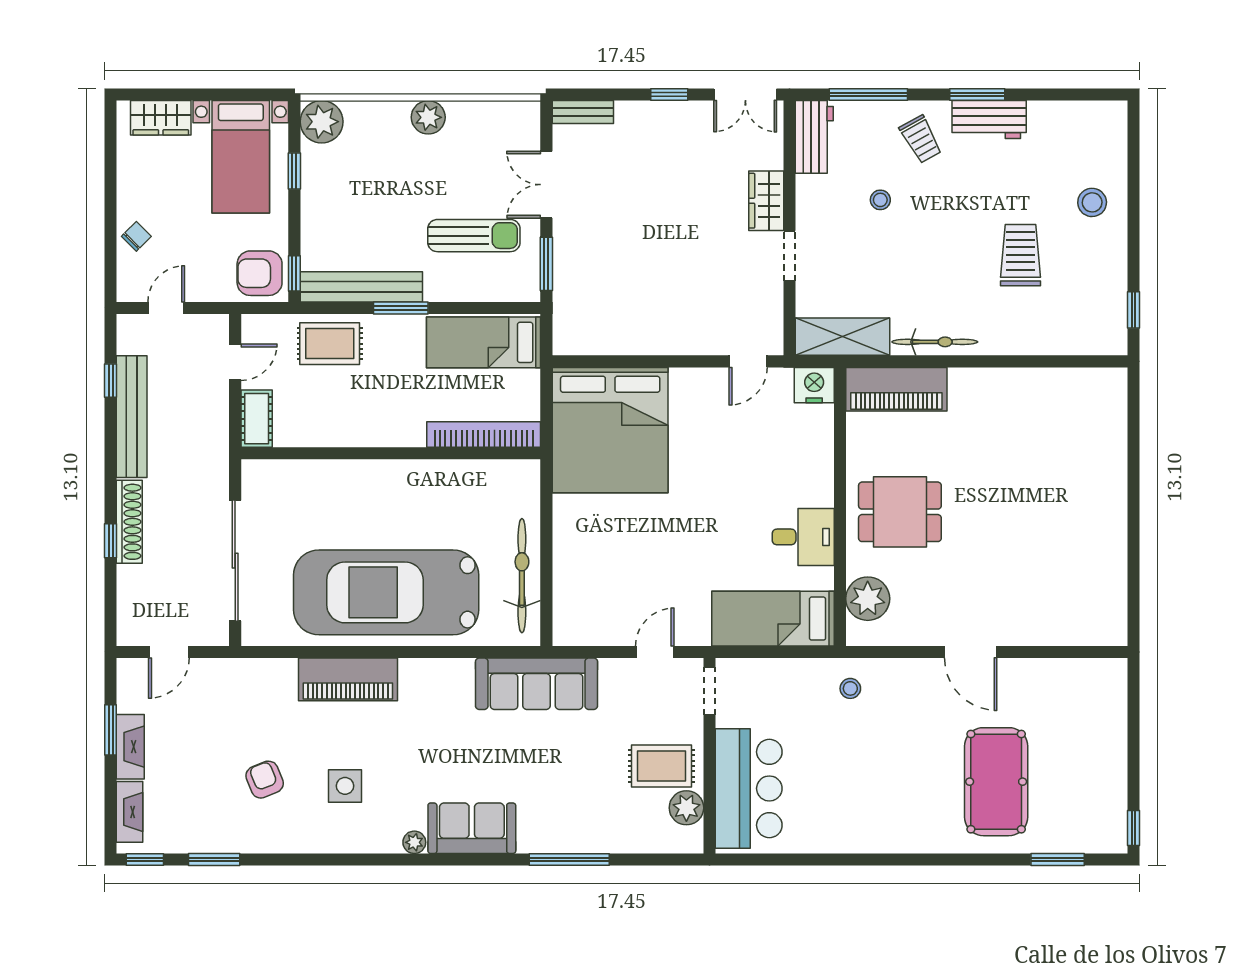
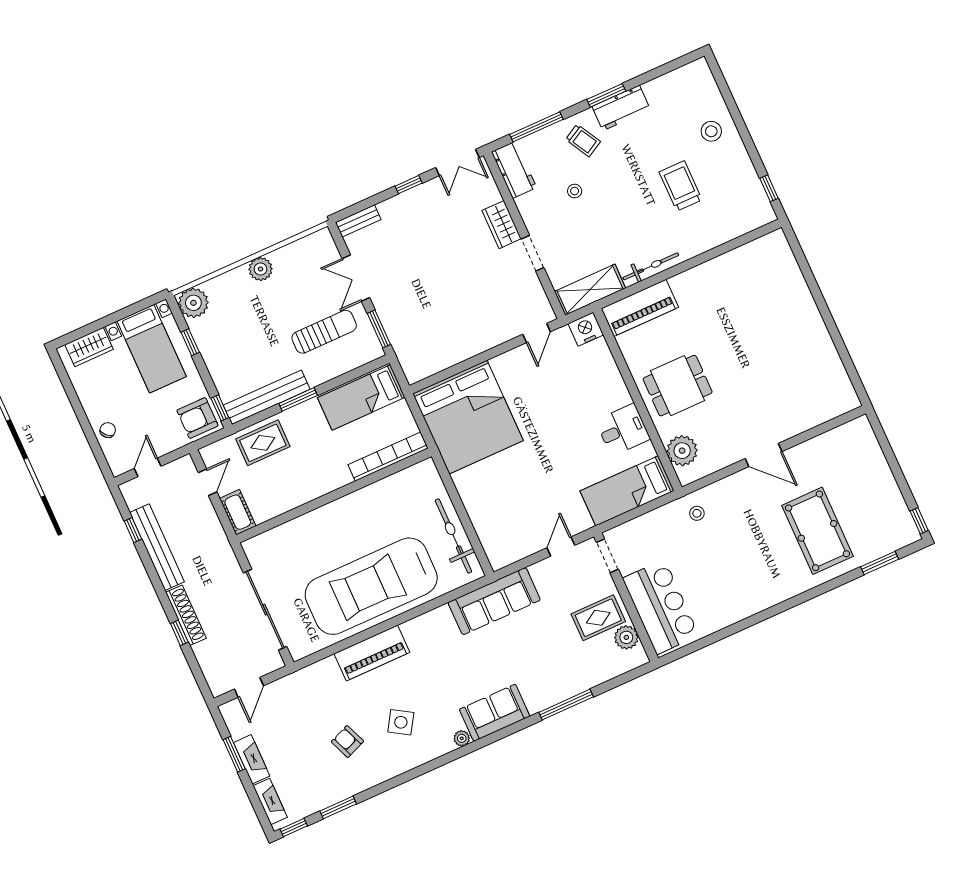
side table: (345, 786) -> (401, 722), turned 32

